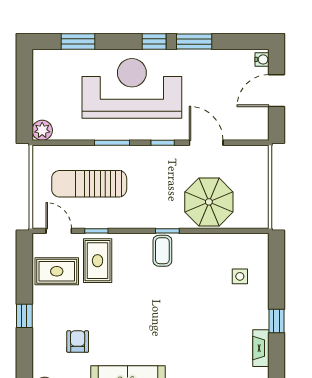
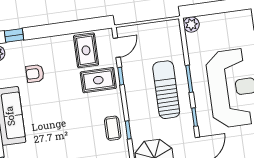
sun lounger: (89, 184) -> (166, 90), moved
coffee table: (162, 251) -> (113, 128), turned 90
window: (24, 316) -> (14, 35), moved
armchair: (78, 342) -> (35, 74), turned 180

